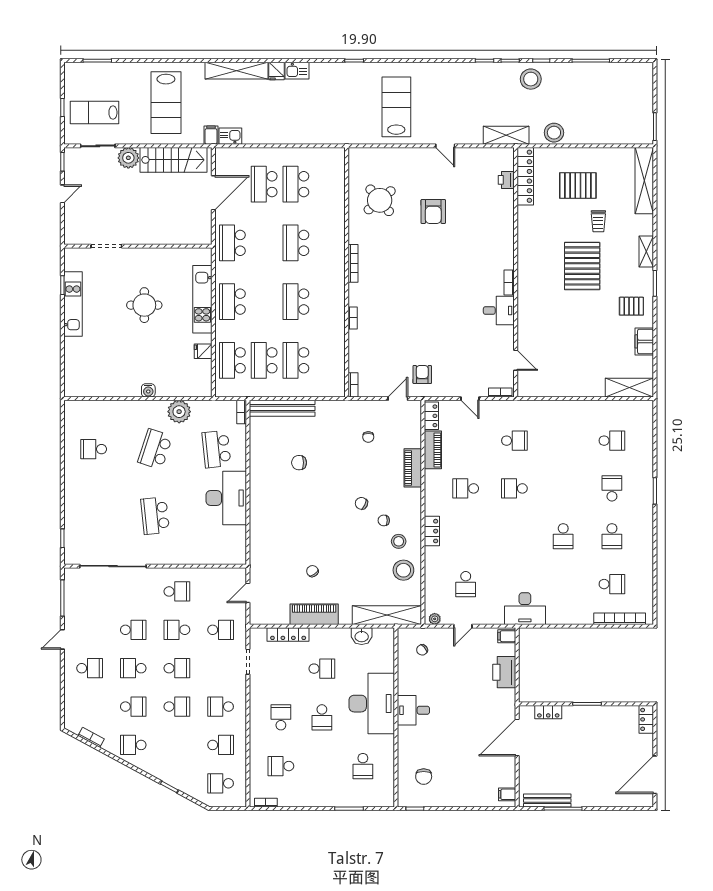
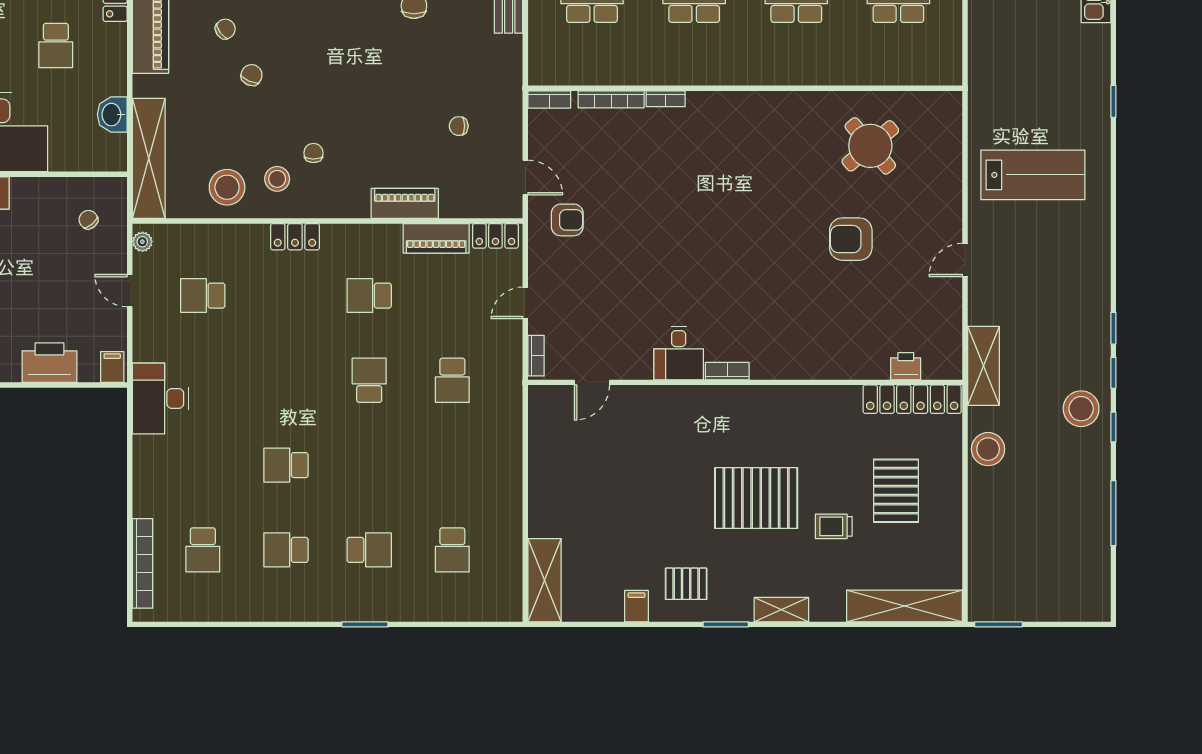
bookcase: (353, 263) -> (611, 99), moved
pallet: (631, 306) -> (686, 584), turned 90
filing cabinet: (644, 341) -> (637, 606), width x0.50
school desk: (466, 488) -> (369, 296), turned -90
chair: (361, 503) -> (252, 75), moved

